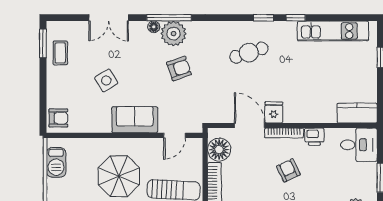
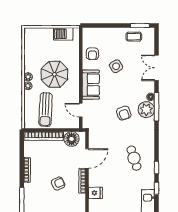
fridge: (274, 112) -> (95, 193), moved
armchair: (58, 118) -> (92, 54), moved
printer: (314, 137) -> (80, 200), removed

